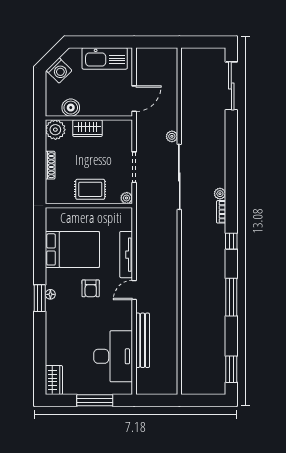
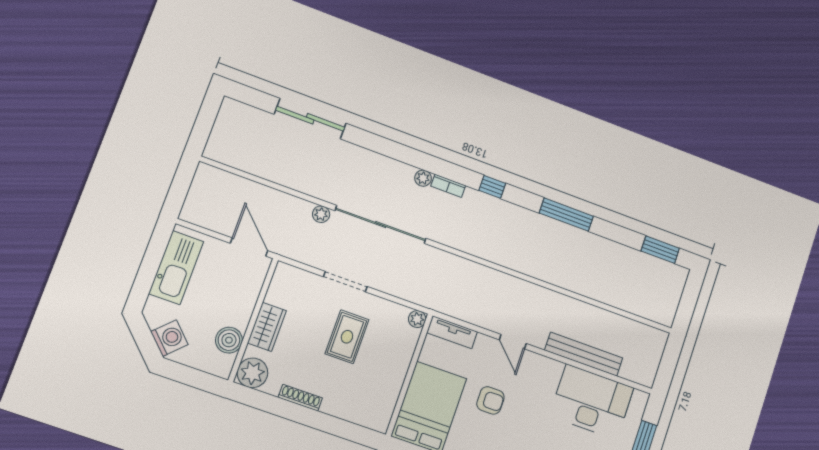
sliding door: (231, 86) -> (310, 119), moved
rug: (90, 189) -> (347, 337), moved
plant: (127, 198) -> (417, 319), moved
wall: (89, 206) -> (409, 375), moved
tv unit: (126, 255) -> (452, 332), width x0.71

